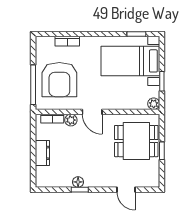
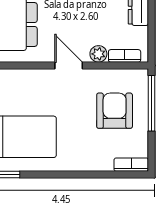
bookcase: (67, 41) -> (131, 165), moved
armchair: (59, 80) -> (115, 111), width x0.73, depth x0.73

